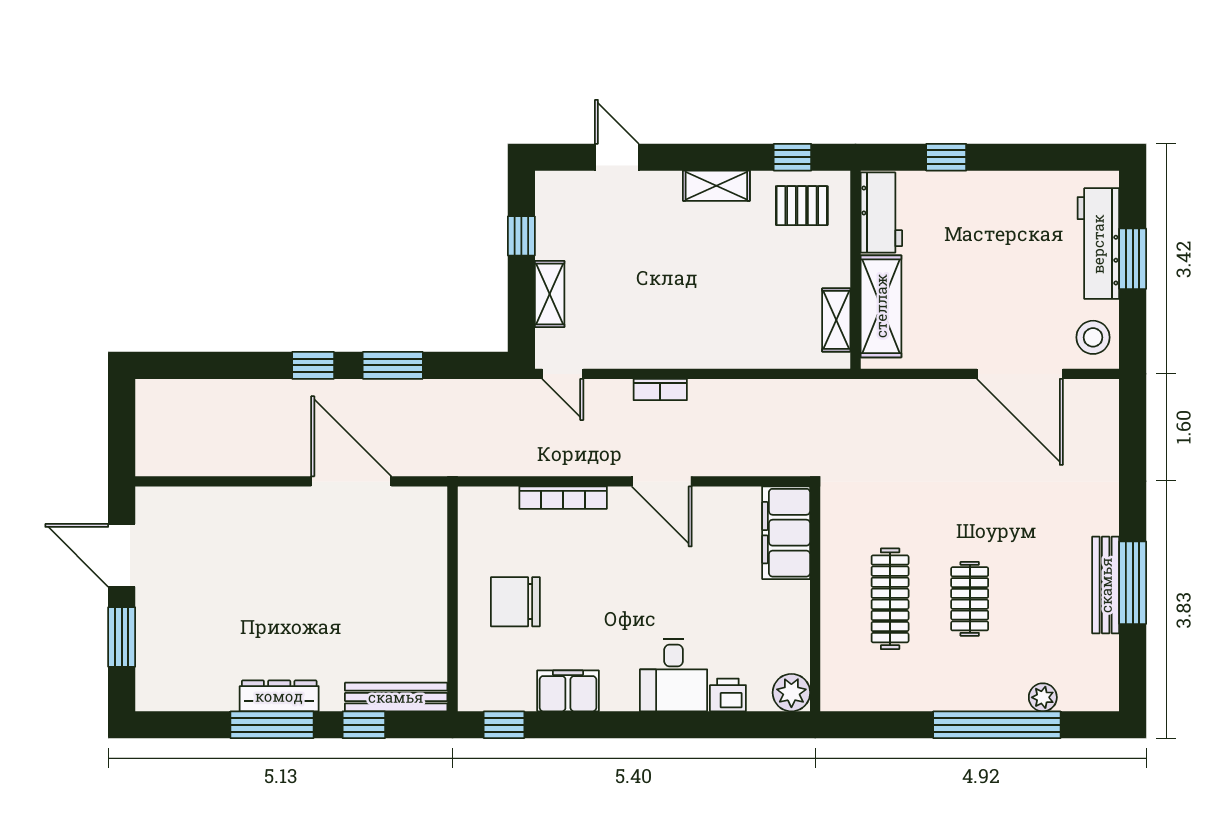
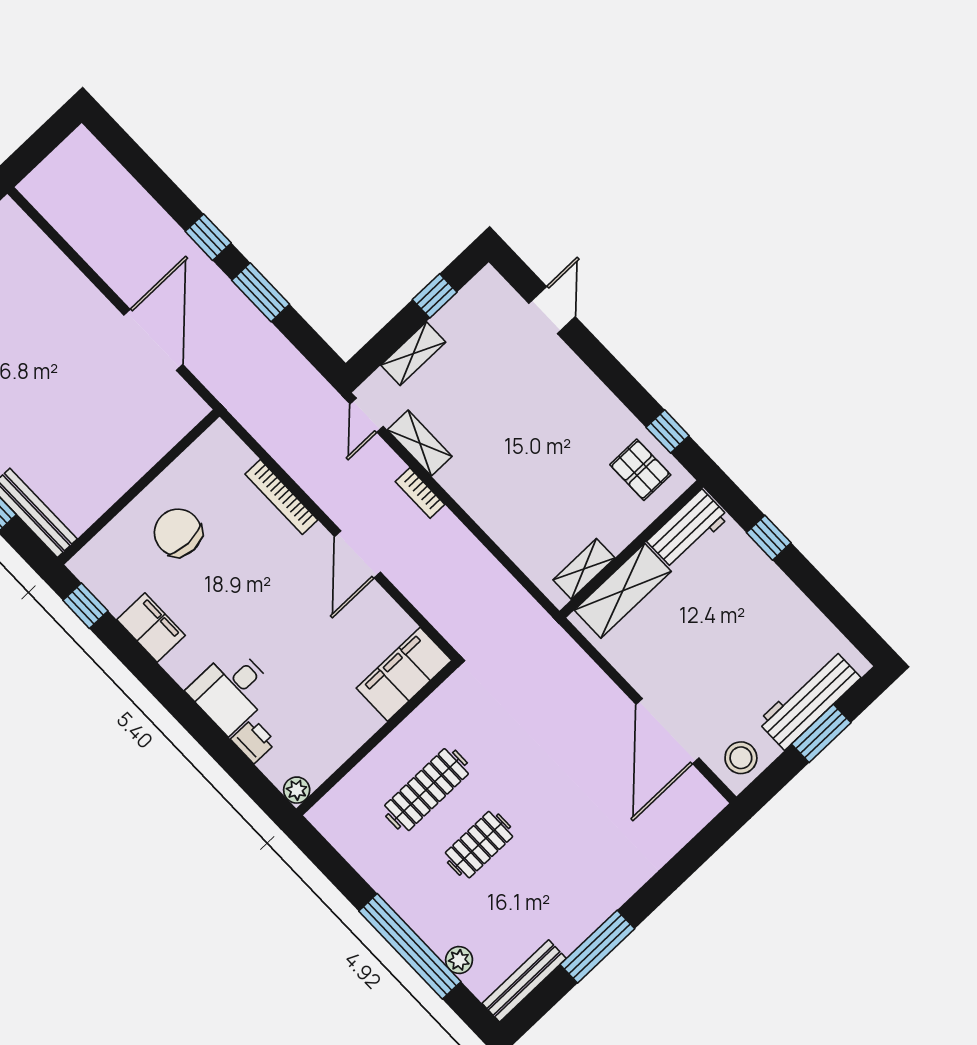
shelving: (716, 186) -> (420, 443), moved
bench: (1106, 585) -> (524, 981), moved
plant: (791, 693) -> (297, 790), width x0.73, depth x0.73

